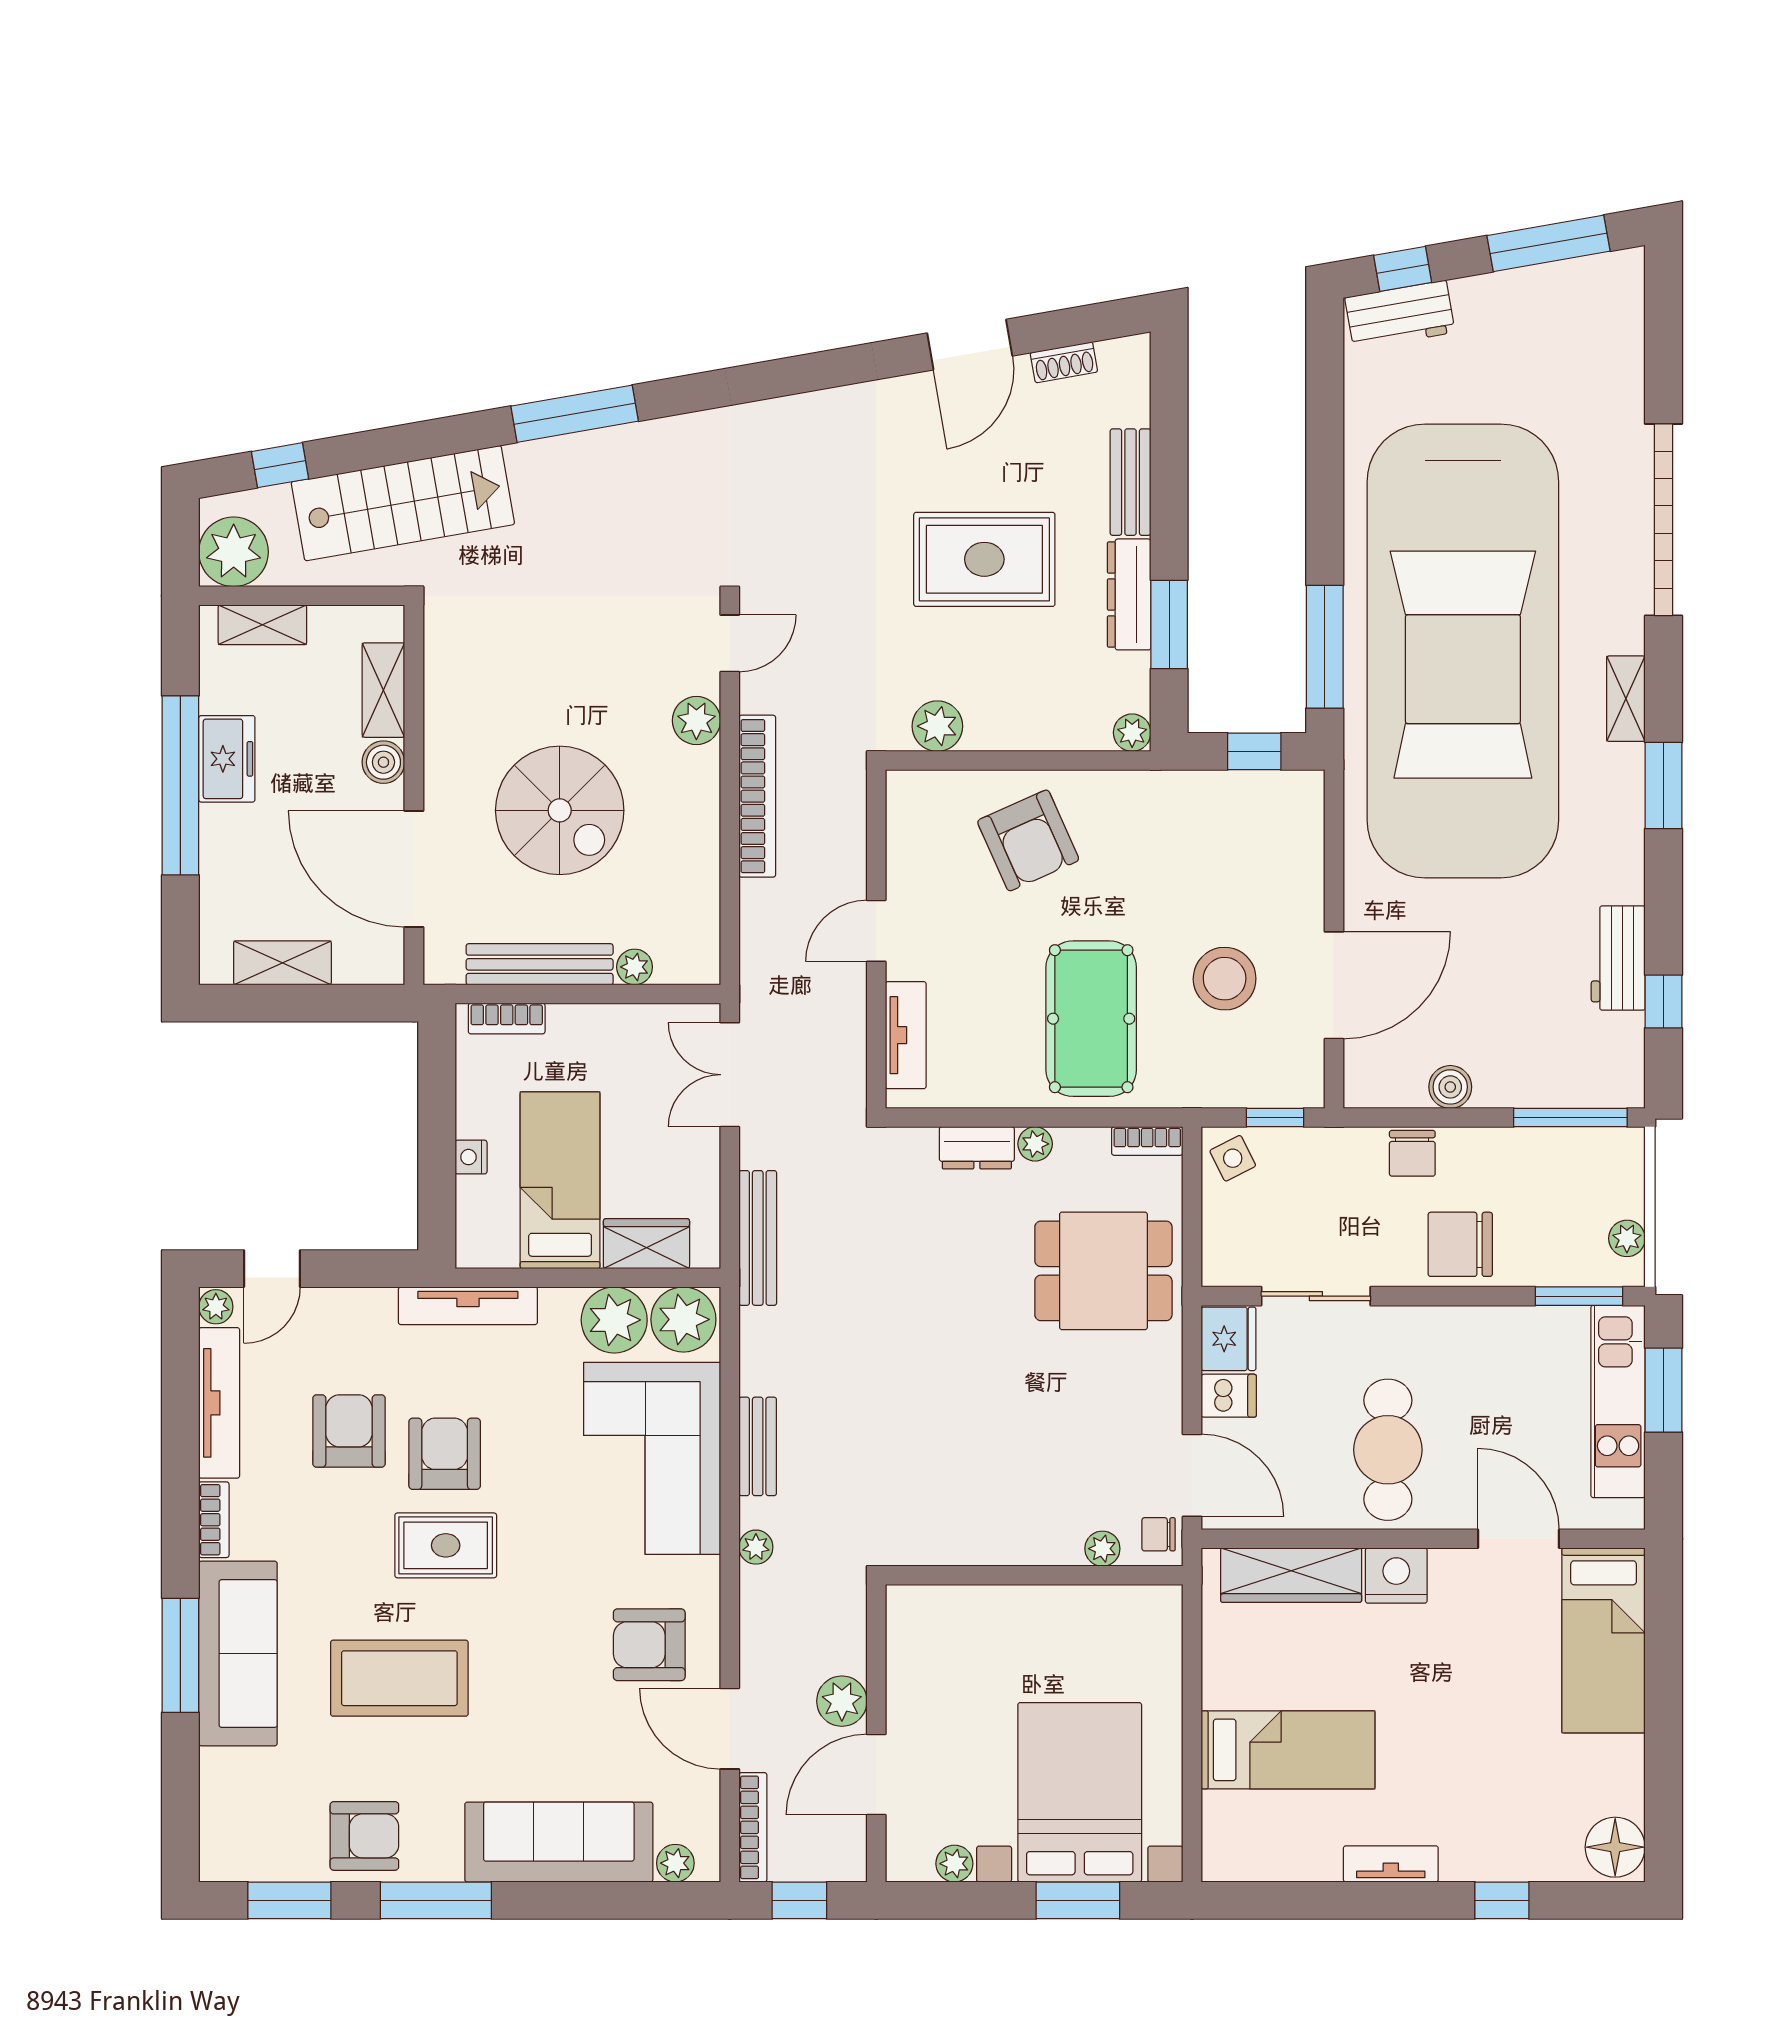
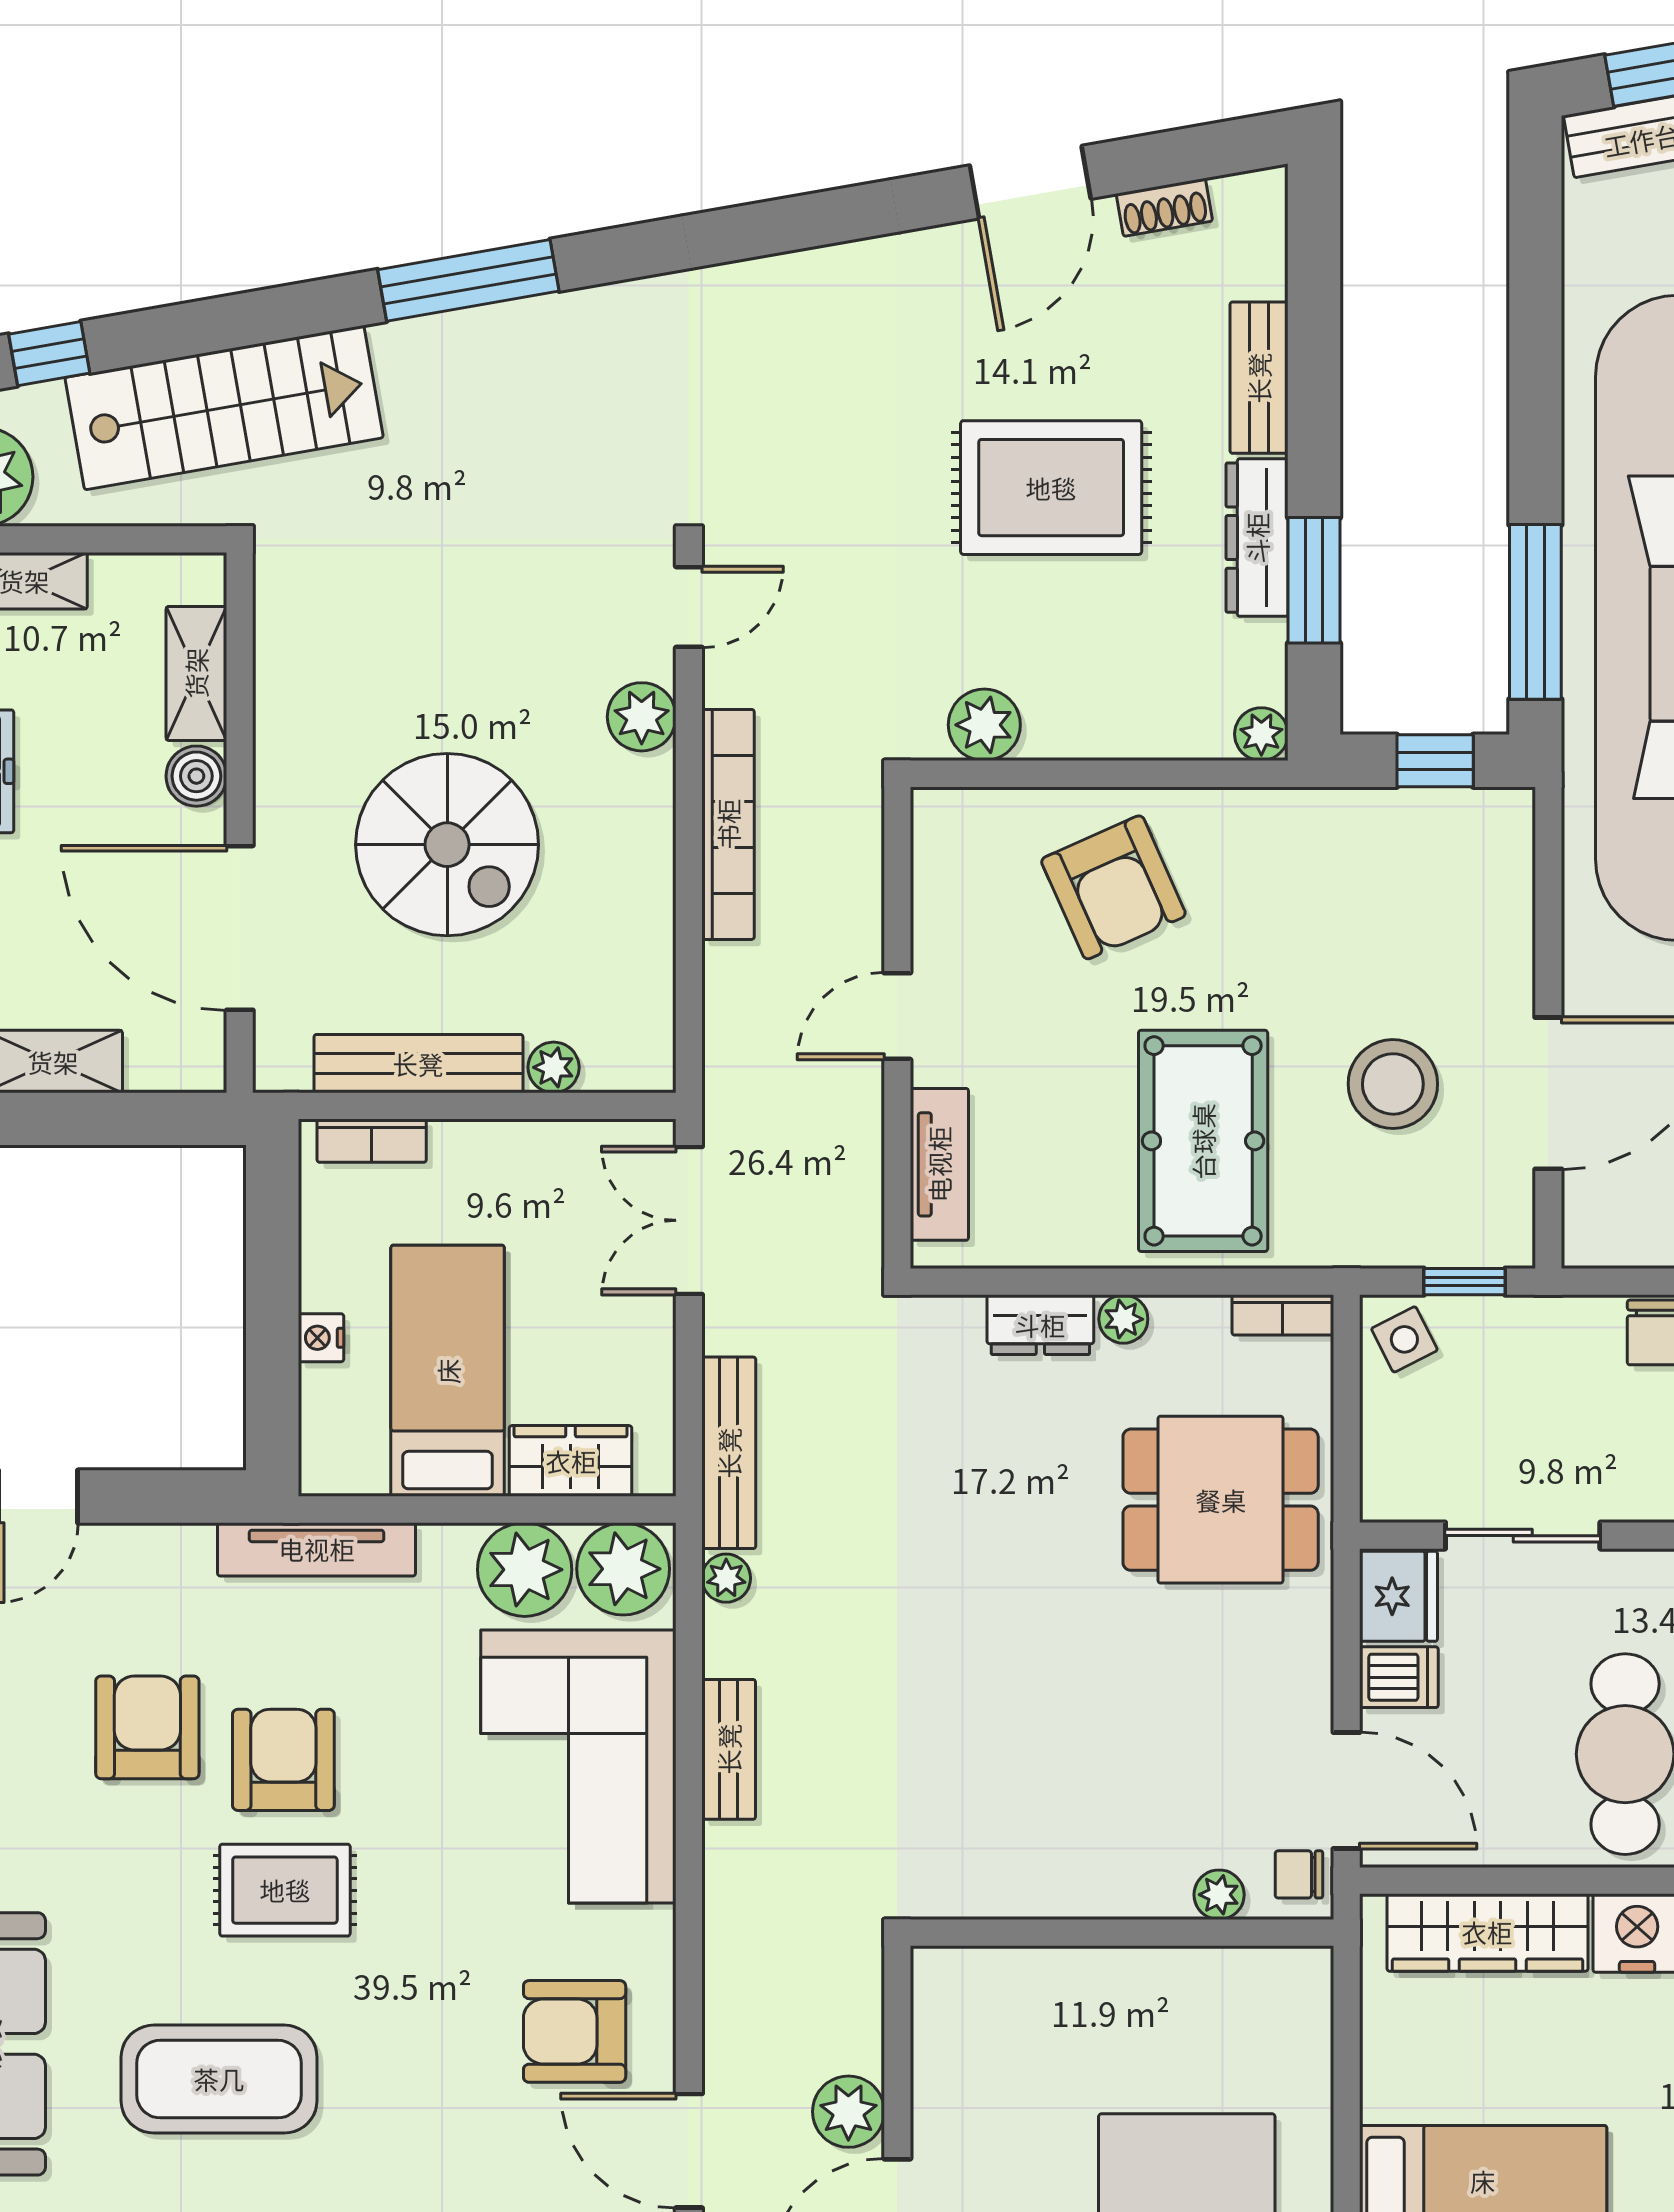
plant: (756, 1547) -> (726, 1578), moved

